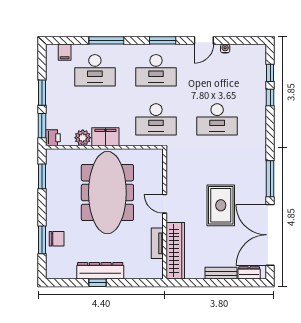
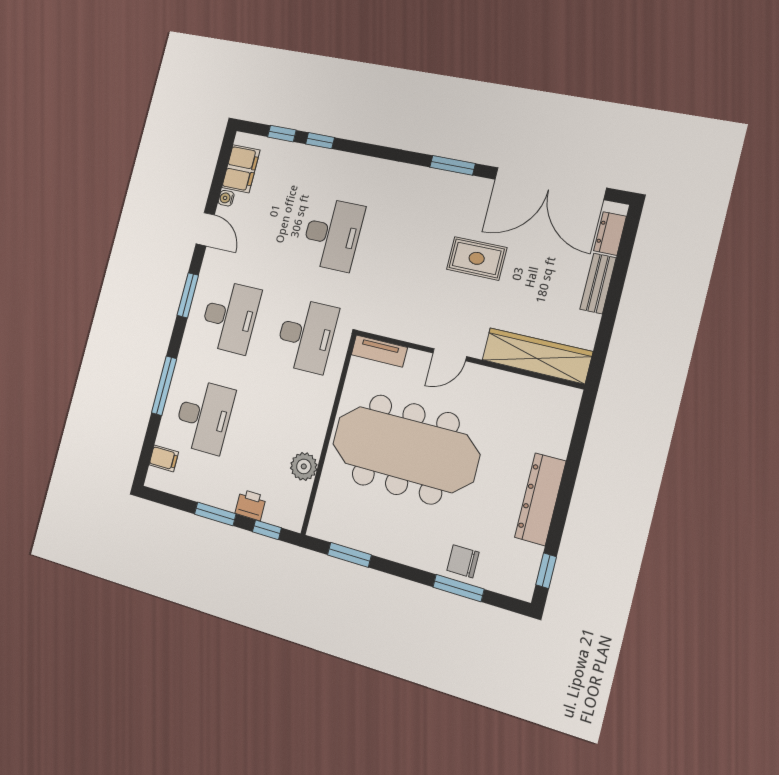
window: (42, 126) -> (267, 530), width x0.67
filing cabinet: (105, 137) -> (241, 169), moved, turned 180
printer: (53, 138) -> (251, 505), moved
window: (270, 179) -> (452, 165), width x0.69
rug: (221, 205) -> (477, 258), width x0.73, depth x0.70
chair: (57, 239) -> (463, 561), turned -90
tv unit: (157, 243) -> (379, 351), moved
window: (97, 283) -> (546, 571), moved

